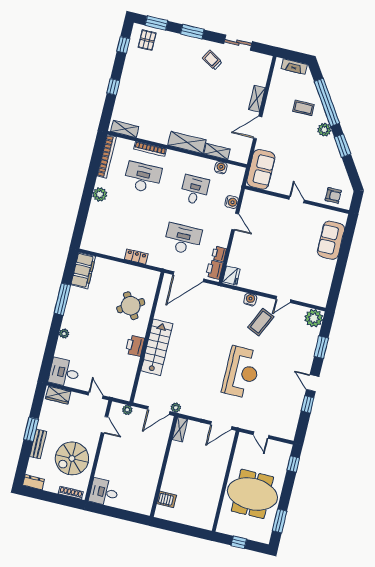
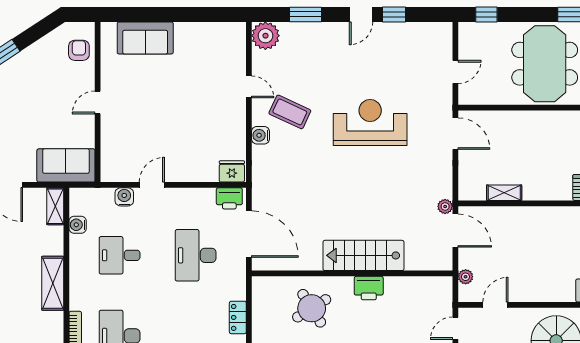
shelving: (217, 151) -> (55, 206), moved
printer: (219, 254) -> (205, 197), removed
shelving: (180, 429) -> (504, 193), moved

